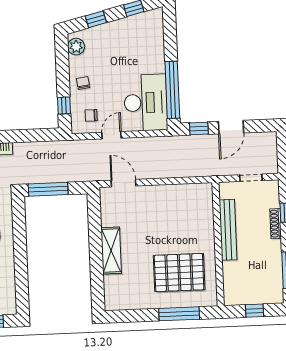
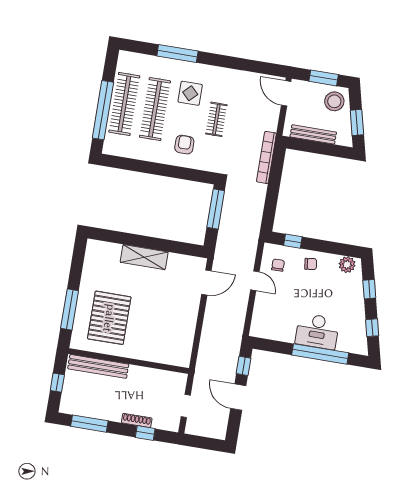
window: (172, 90) -> (320, 354), moved
desk: (146, 103) -> (317, 331), moved, width x0.73, depth x0.77
bench: (228, 230) -> (98, 366), moved

